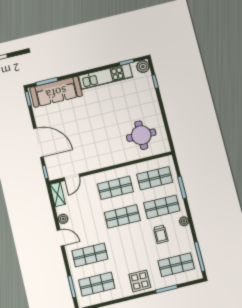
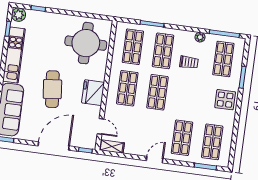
cafe table: (89, 122) -> (52, 89), added
round table: (141, 135) -> (86, 43), width x1.36, depth x1.36
fridge: (99, 159) -> (93, 93), added
plant: (63, 219) -> (137, 150), removed
plant: (184, 221) -> (200, 37), moved

